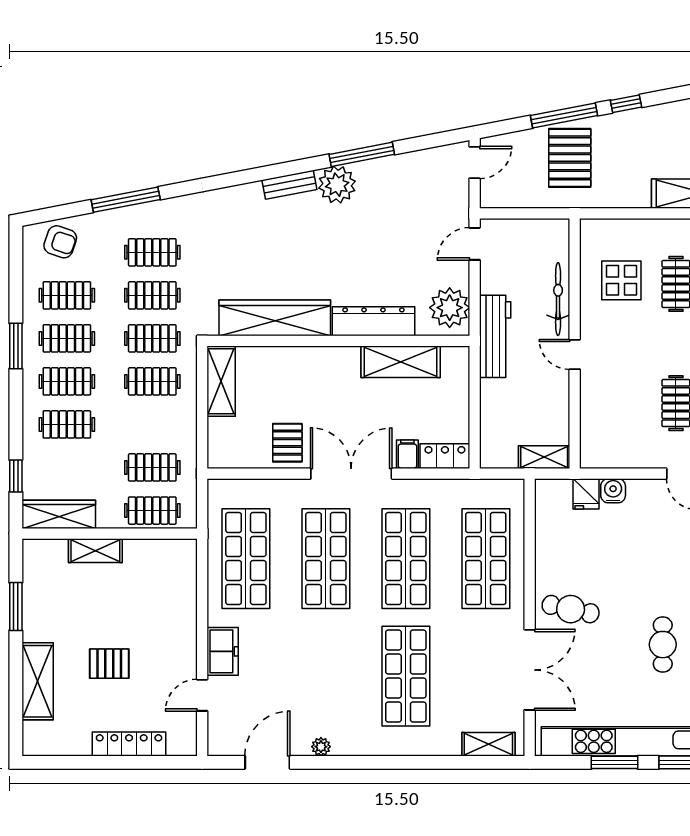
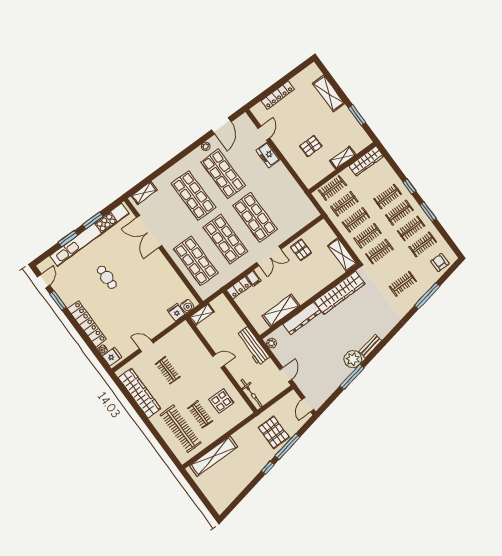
armchair: (60, 242) -> (440, 262), turned 71
clothes rail: (152, 295) -> (356, 220), moved
bicycle: (558, 299) -> (252, 393), moved
plant: (450, 308) -> (272, 343), width x0.53, depth x0.53
double door: (351, 474) -> (269, 256), width x0.73
window: (16, 476) -> (409, 187), moved
water cooler: (613, 491) -> (187, 306), moved
shop shelf: (246, 559) -> (223, 174), moved
cafe table: (571, 609) -> (151, 265), removed
pallet: (109, 664) -> (311, 146), moved

